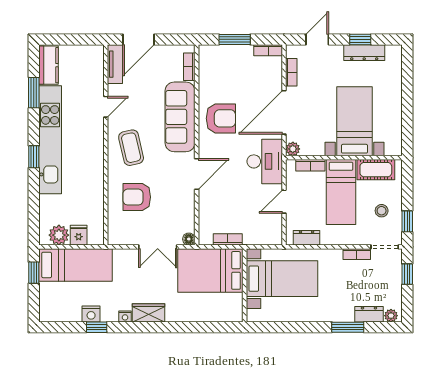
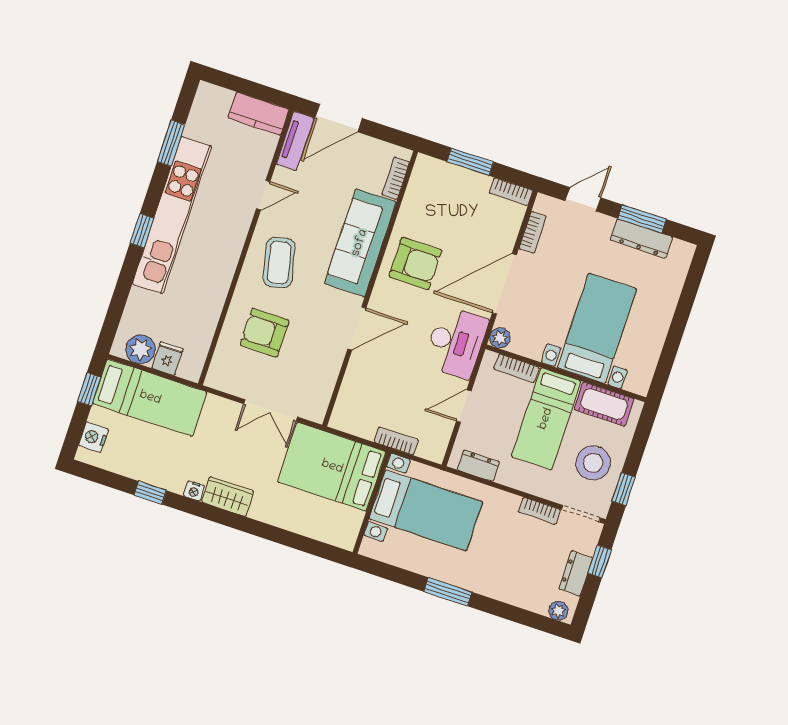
window: (360, 39) -> (642, 219), width x1.50
kitchen counter: (49, 65) -> (258, 114), moved, turned 90
stool: (382, 211) -> (593, 463), width x1.89, depth x1.89
floor lamp: (189, 239) -> (317, 414), removed
bookcase: (228, 239) -> (396, 441), moved
nightstand: (91, 314) -> (93, 437), moved, turned 90
dresser: (369, 314) -> (576, 573), moved, turned -90
window: (348, 327) -> (448, 592), moved

